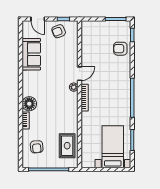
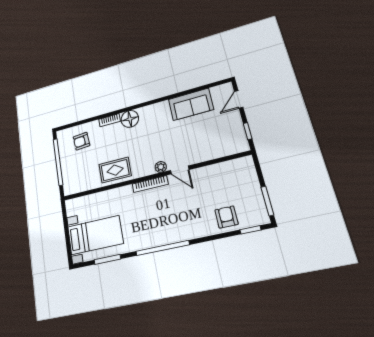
armchair: (59, 31) -> (229, 129), removed
rug: (67, 146) -> (115, 170), moved

